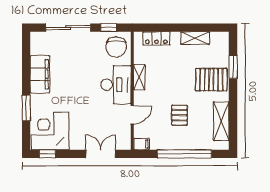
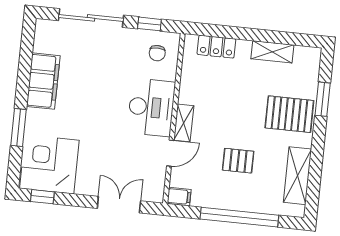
chair: (116, 47) -> (157, 53), width x0.54, depth x0.54
shelving: (139, 77) -> (184, 123), moved
pallet: (179, 115) -> (238, 161), turned 90

